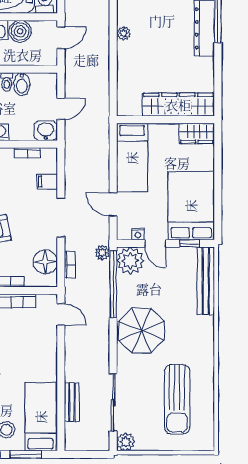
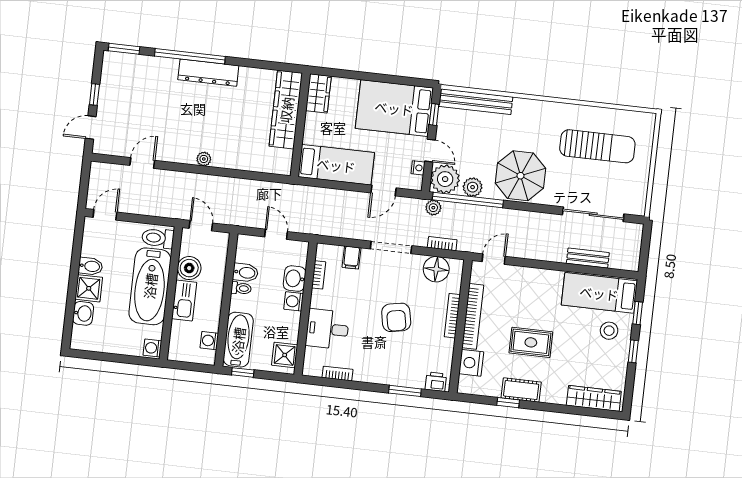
washbasin: (46, 131) -> (295, 279), moved
door: (155, 243) -> (430, 151), hinge flipped
plant: (126, 442) -> (473, 187), moved
window: (26, 454) -> (638, 313), width x0.67

